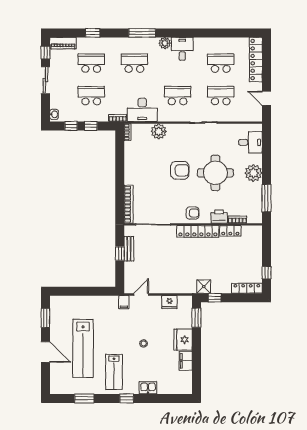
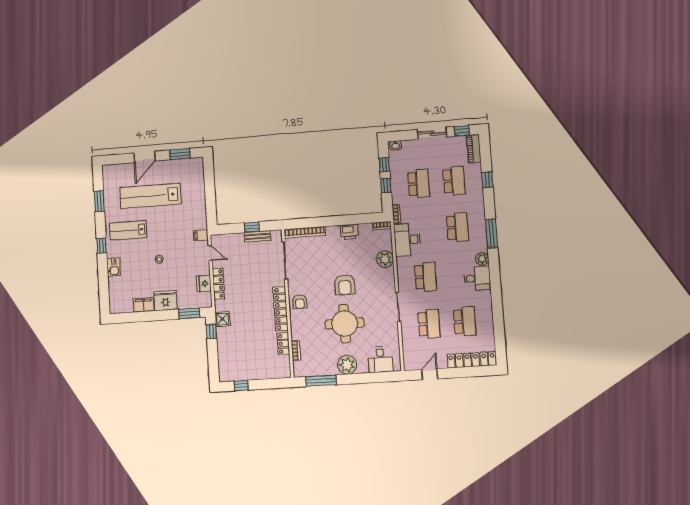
printer: (219, 217) -> (350, 232), moved, turned 90
locker: (247, 288) -> (218, 284), moved

